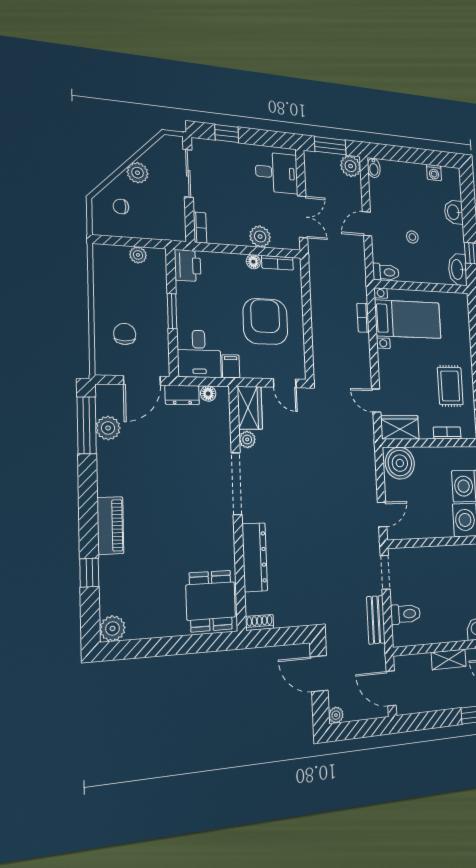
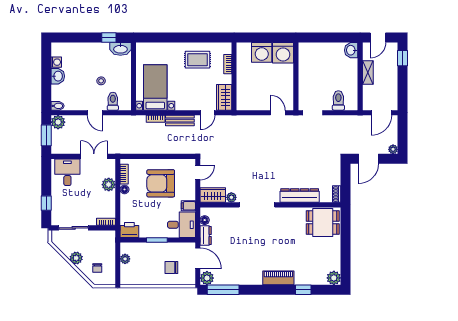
washbasin: (454, 212) -> (58, 76), moved, turned -90
toilet: (386, 272) -> (113, 101), moved
plant: (108, 428) -> (207, 278), moved
boiler: (400, 463) -> (246, 99), removed
bench: (376, 620) -> (180, 121), moved

